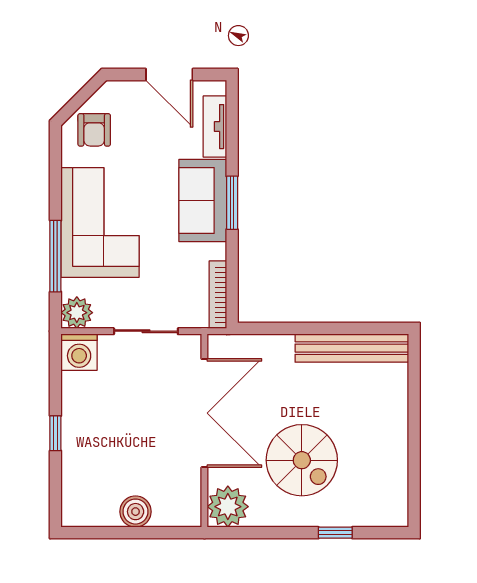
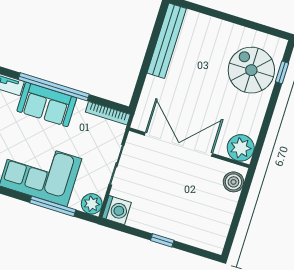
window: (232, 203) -> (54, 87), width x2.11
spiral stairs: (302, 460) -> (251, 70), moved, turned -90
boiler: (136, 512) -> (233, 182), moved
window: (335, 533) -> (282, 72), moved

